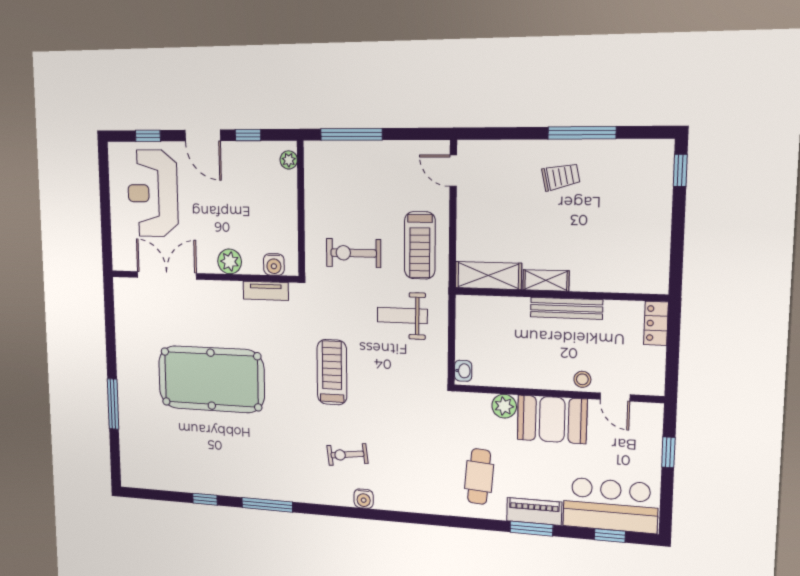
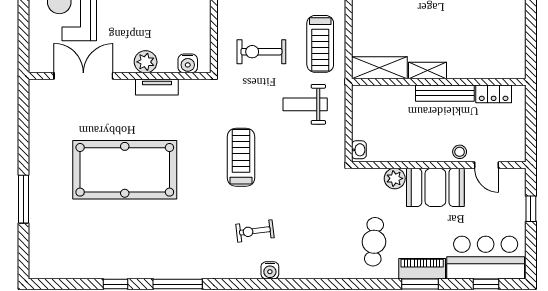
tv unit: (266, 291) -> (157, 87), moved
locker: (656, 323) -> (494, 94), moved, turned -90

